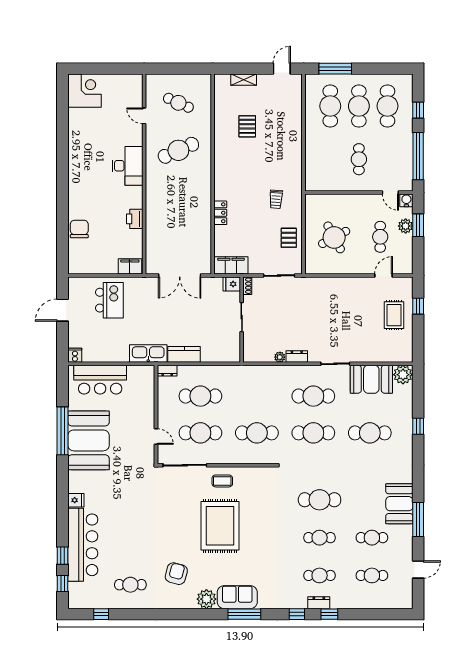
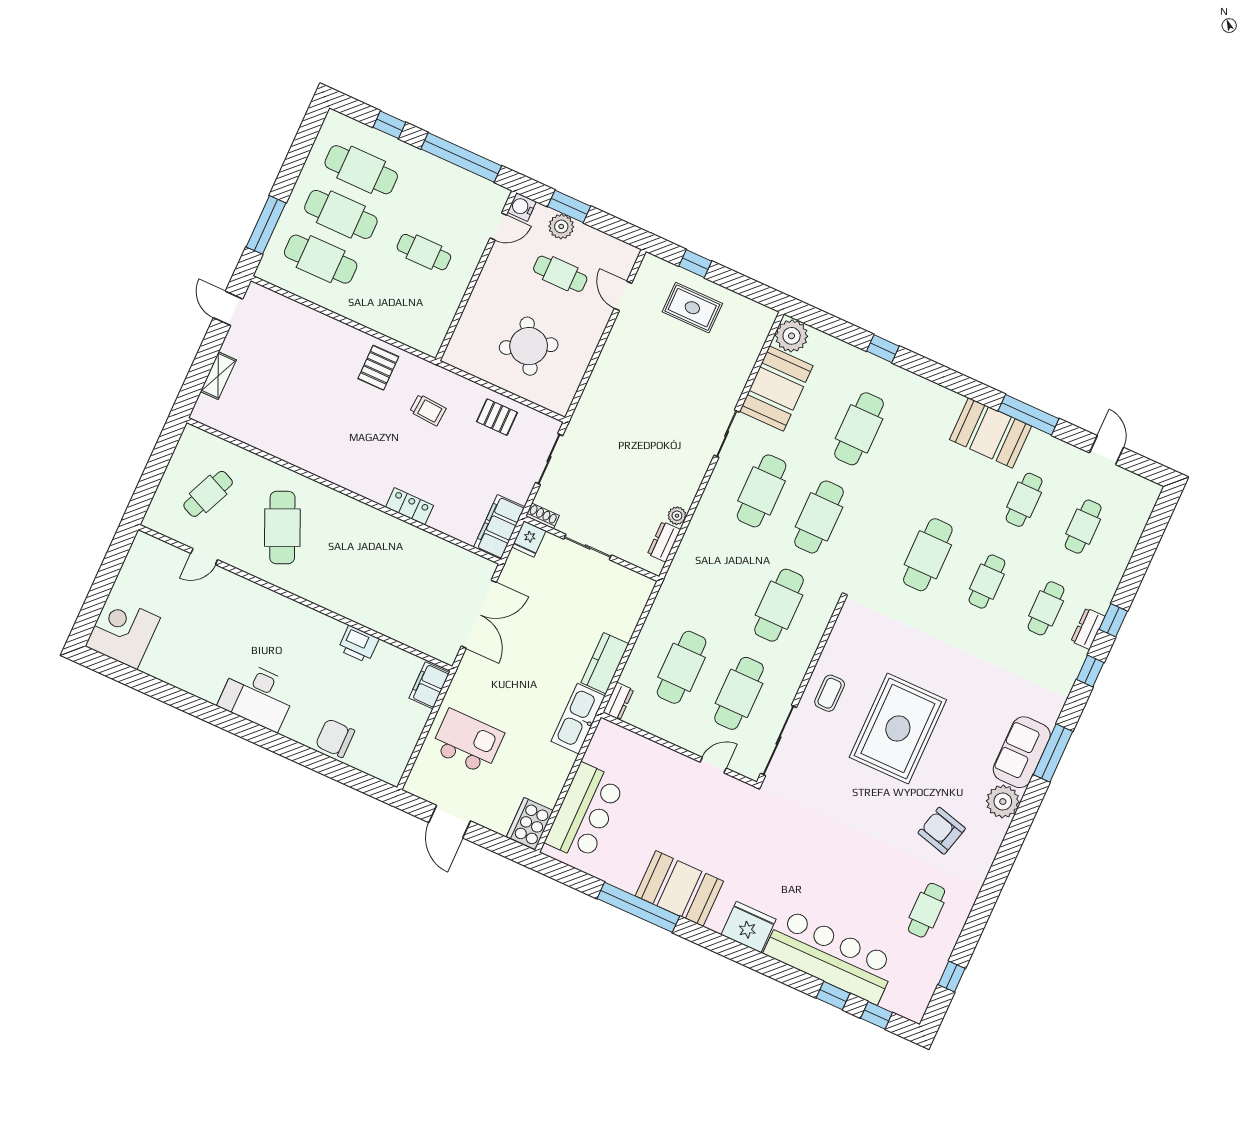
pallet: (247, 126) -> (378, 368), moved, turned 90
desk: (128, 166) -> (258, 696), moved, turned 180
cooker: (75, 355) -> (530, 824), width x1.87, depth x1.31
dresser: (297, 356) -> (664, 542), moved
booth: (89, 440) -> (679, 889), width x0.73, depth x0.70
fridge: (76, 500) -> (749, 927), width x1.88, depth x1.34
rug: (220, 526) -> (898, 729), turned 90

